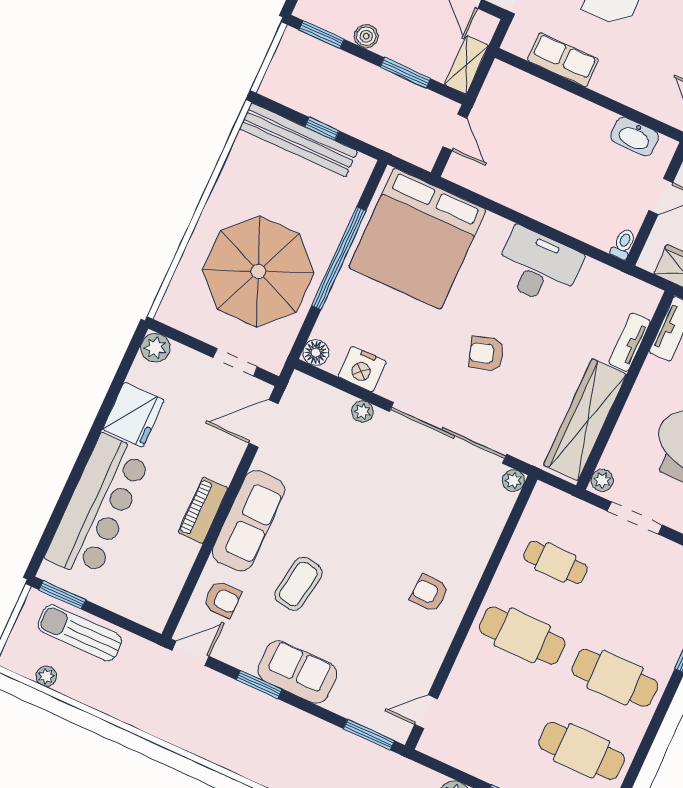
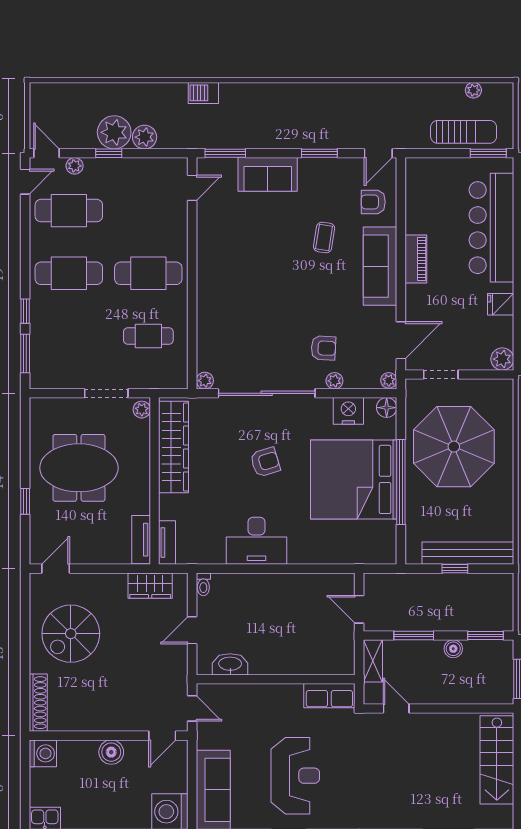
row of seats: (563, 60) -> (329, 696), moved
bed: (417, 239) -> (354, 479), moved, turned -90
tv unit: (630, 342) -> (167, 543), moved
plant: (299, 383) -> (389, 380), added
fridge: (133, 415) -> (501, 304), width x0.53, depth x0.75
coffee table: (298, 584) -> (324, 237), width x0.73, depth x0.77
armchair: (429, 593) -> (323, 348), moved
sofa: (297, 672) -> (268, 174), moved

